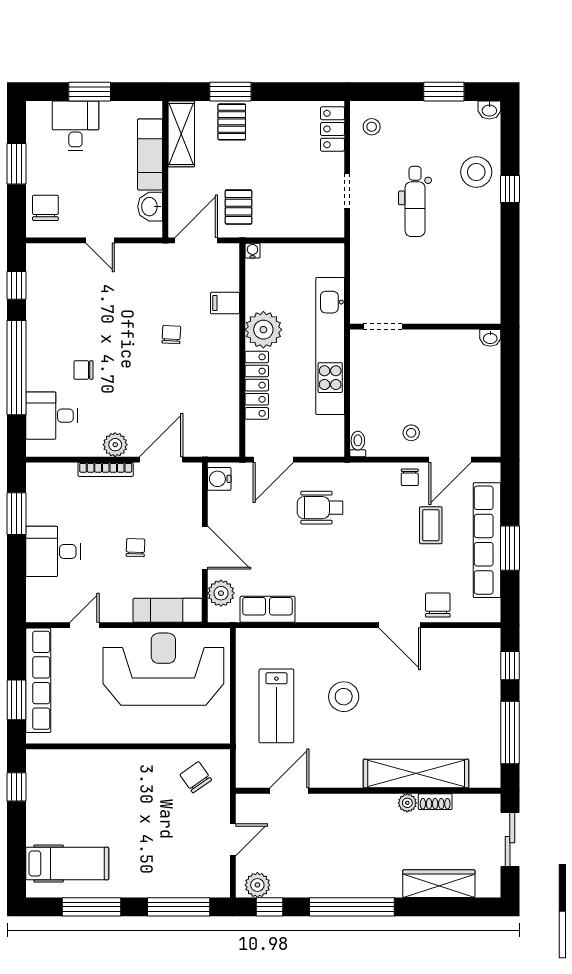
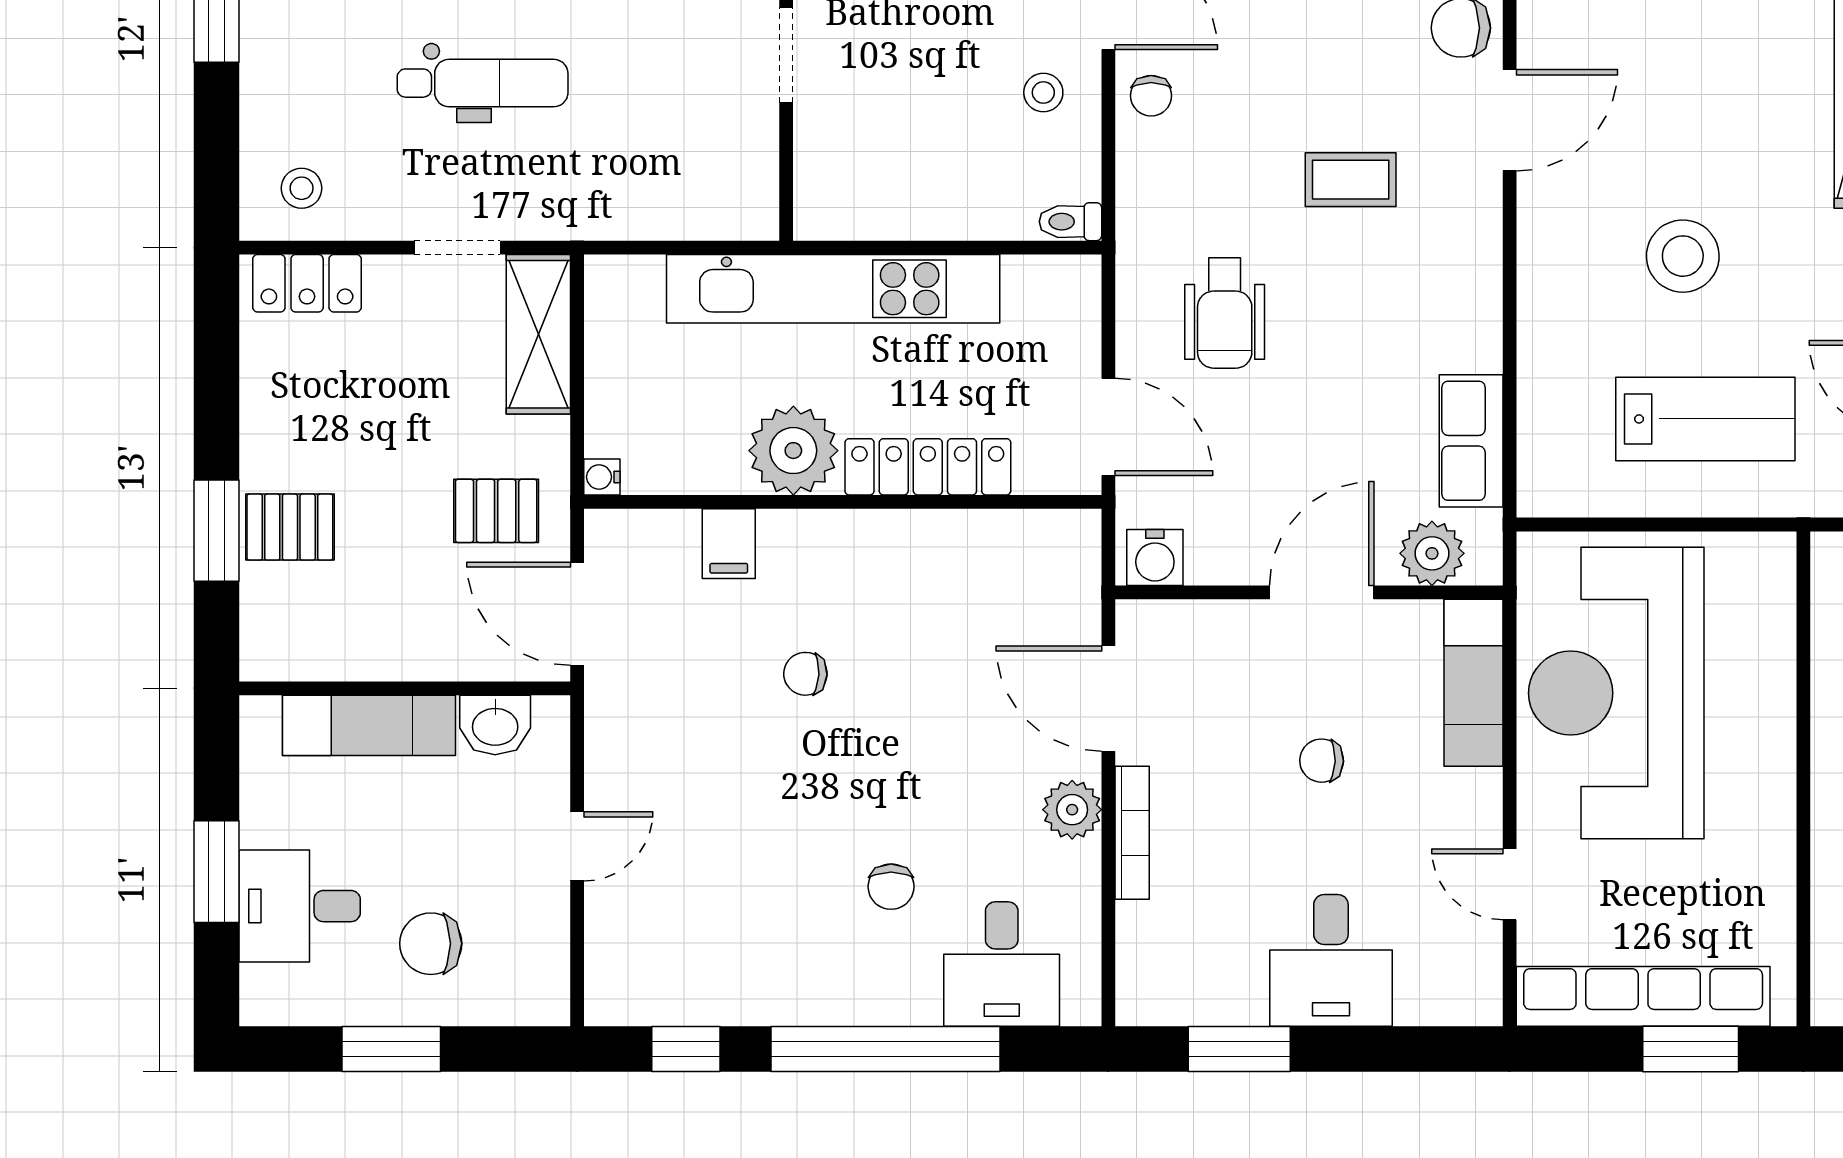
shelving: (181, 134) -> (538, 334), moved, turned 90
chair: (45, 208) -> (431, 944), moved
doorway: (383, 327) -> (786, 55), moved
chair: (410, 477) -> (1151, 96), turned 90
coffee table: (431, 525) -> (1351, 180), moved

